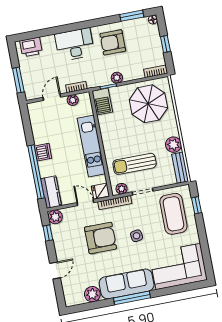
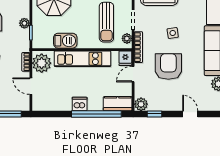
plant: (73, 100) -> (42, 63), width x1.88, depth x1.88
barbecue: (102, 101) -> (65, 41), moved

